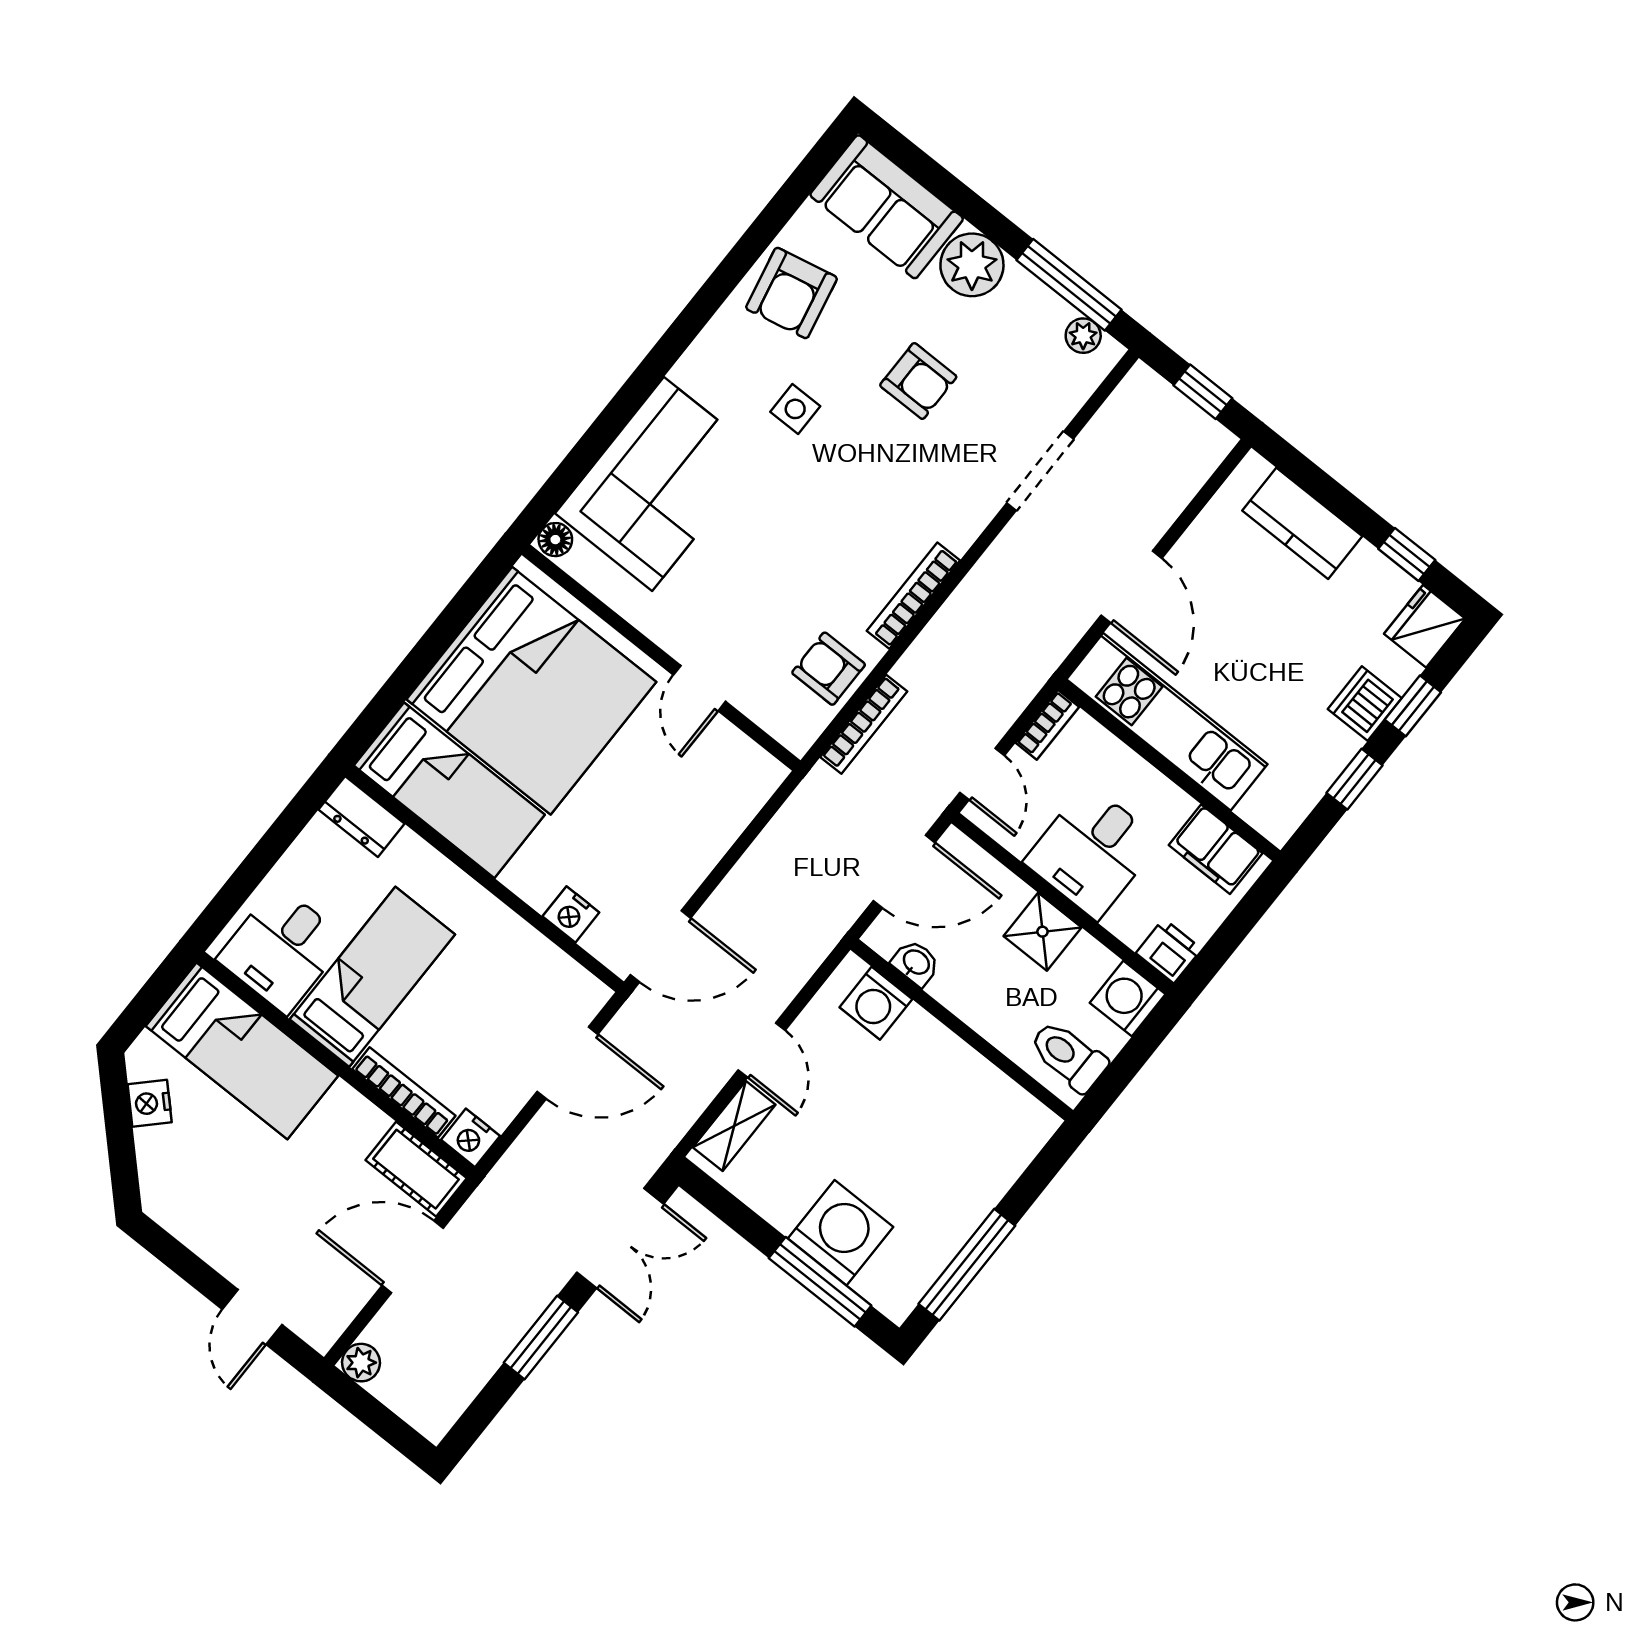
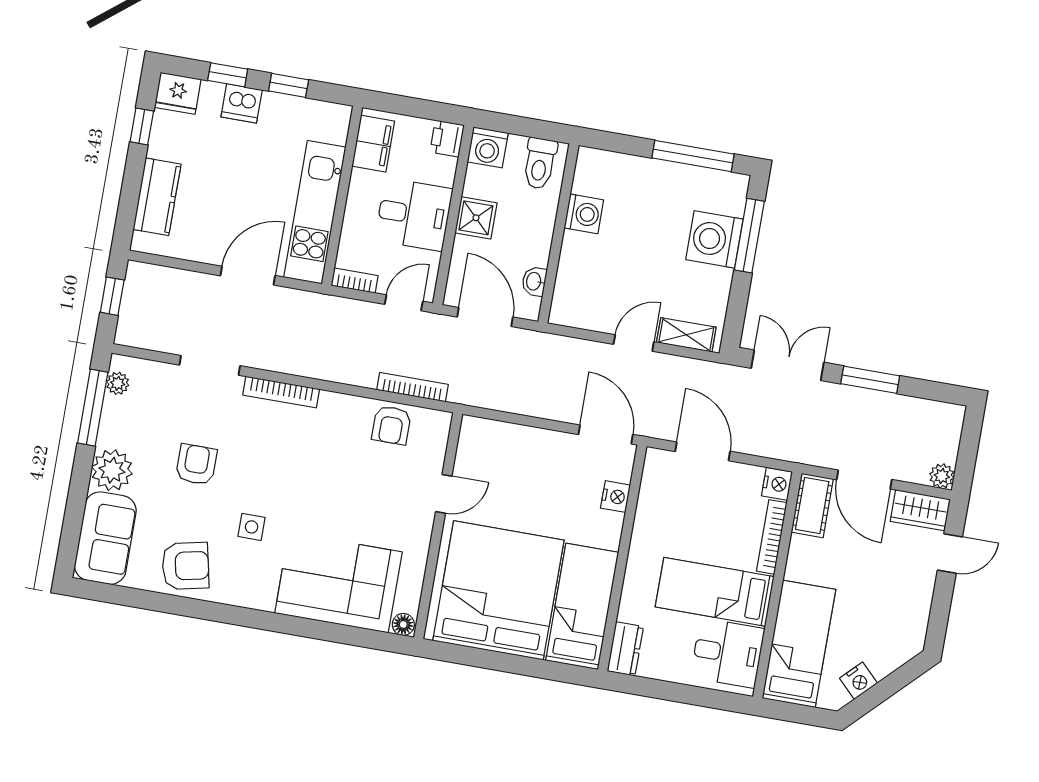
bookcase: (913, 596) -> (281, 392), moved
washing machine: (876, 1003) -> (584, 214), moved
wardrobe: (331, 1309) -> (920, 510), added

